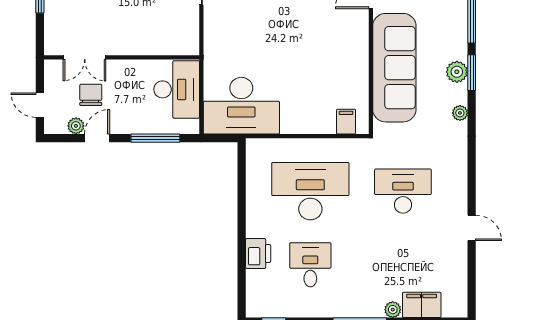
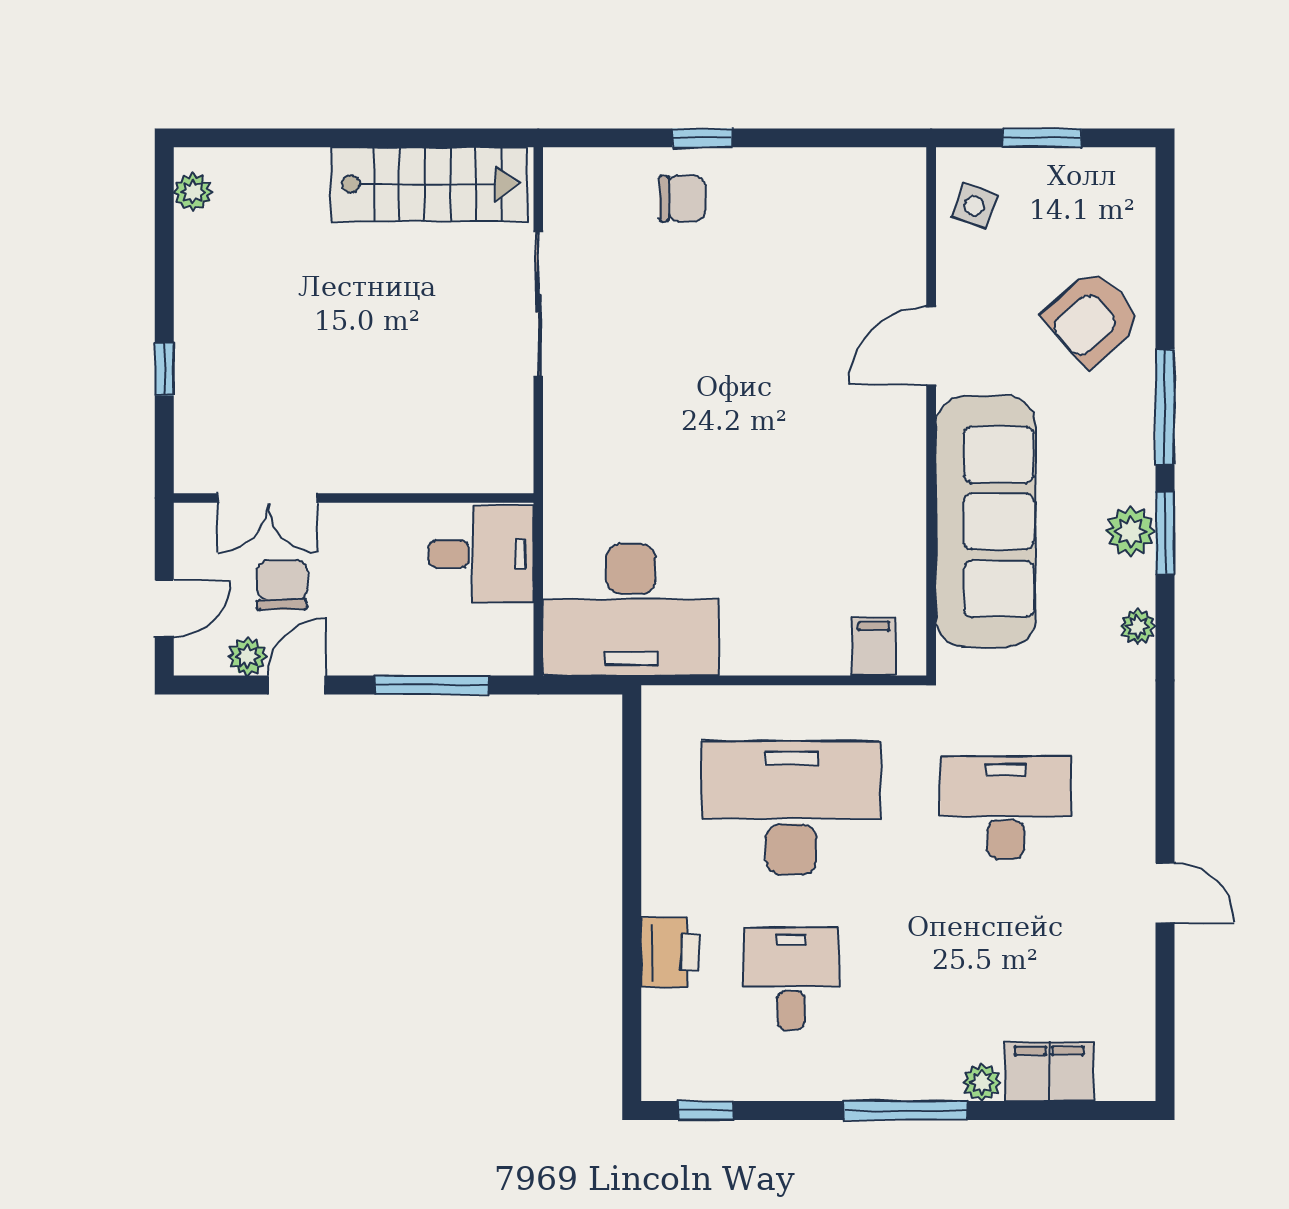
desk: (177, 89) -> (481, 554), width x0.73
door: (40, 105) -> (164, 609), swing flipped

